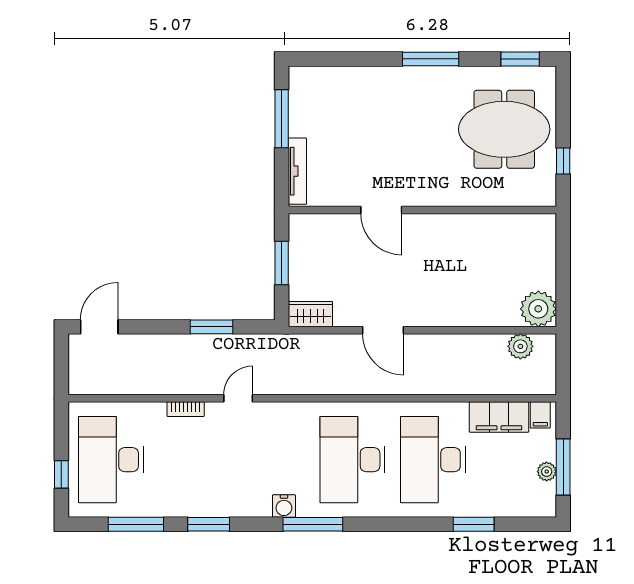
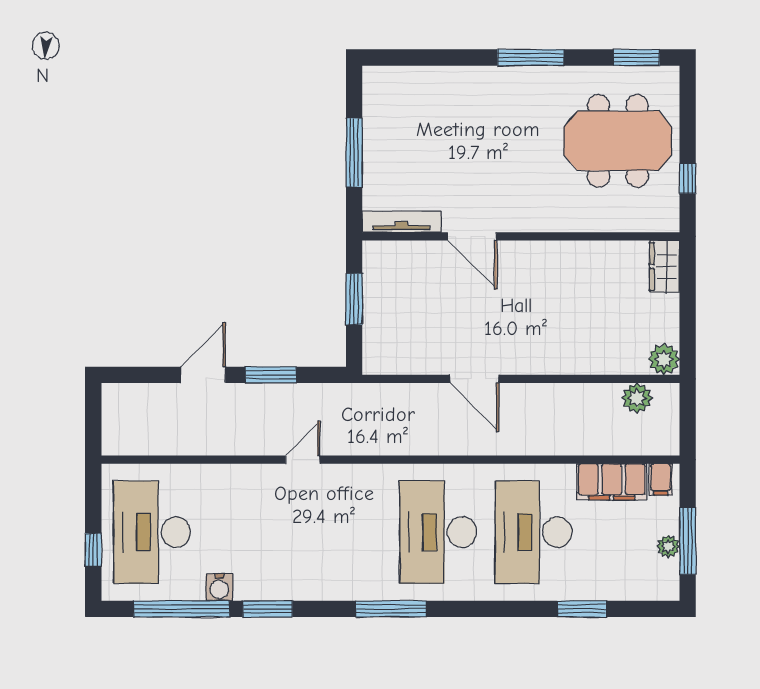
window: (282, 119) -> (354, 153), moved
tv unit: (297, 171) -> (402, 222), moved, turned -90
plant: (538, 309) -> (664, 359), width x0.73, depth x0.73
wardrobe: (310, 314) -> (664, 266), moved, turned -90
door: (99, 327) -> (203, 375), moved
bookcase: (186, 409) -> (240, 472), removed
water cooler: (284, 506) -> (219, 587), moved
window: (136, 524) -> (182, 609), width x1.46

